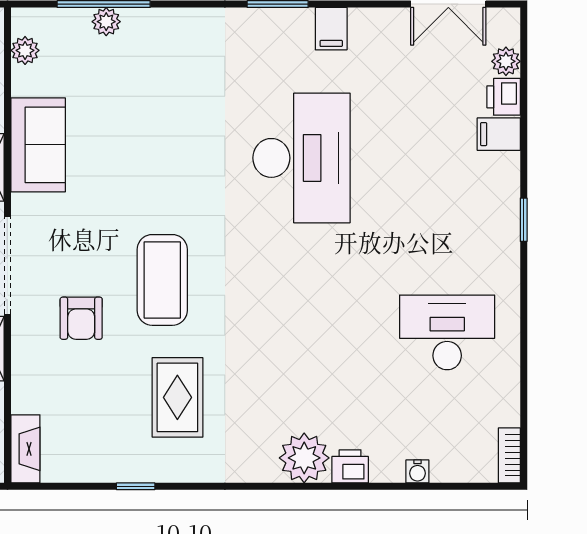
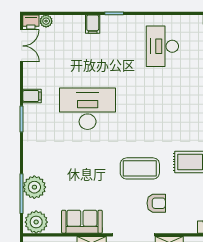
plant: (106, 22) -> (34, 187), width x1.87, depth x1.87
plant: (25, 50) -> (36, 222), width x1.88, depth x1.88
printer: (504, 97) -> (31, 22), moved
filing cabinet: (499, 134) -> (93, 24), moved

